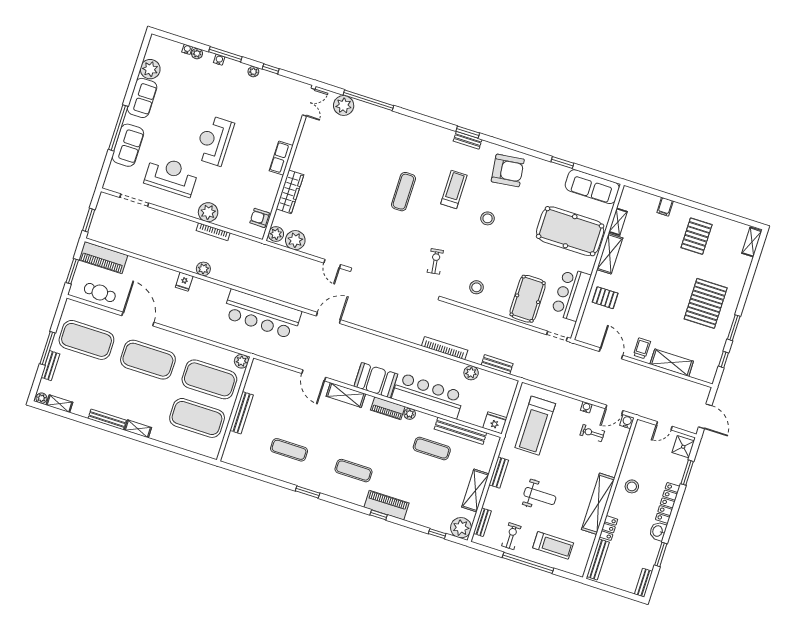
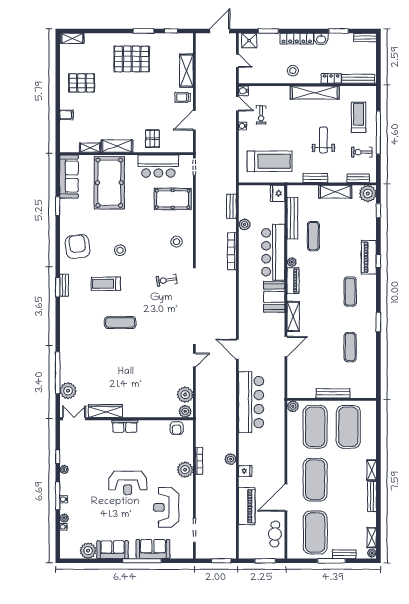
wardrobe: (290, 192) -> (105, 411), moved
piano: (103, 258) -> (247, 506), moved

